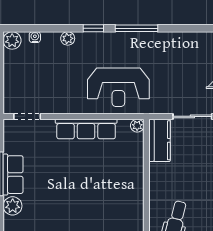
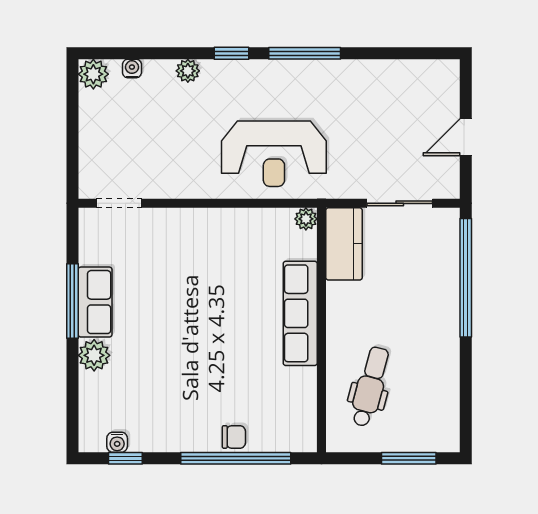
row of seats: (86, 129) -> (300, 313), moved, turned 90

